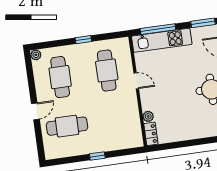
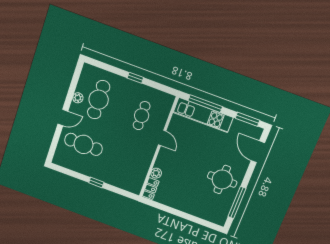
plant: (36, 55) -> (78, 98), moved
cafe table: (107, 71) -> (142, 116), width x0.73, depth x0.74

